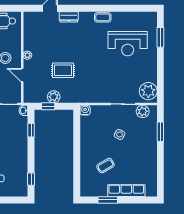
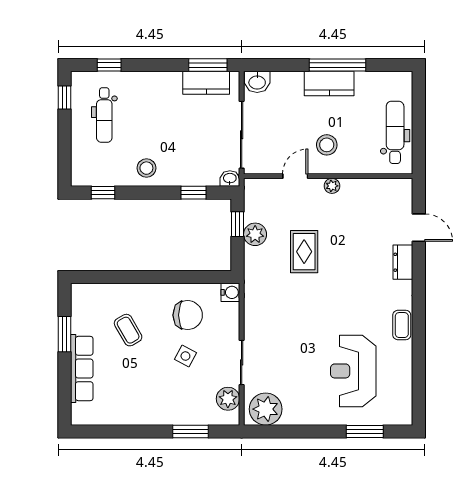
chair: (97, 133) -> (188, 315), added
stool: (18, 156) -> (146, 168), added

